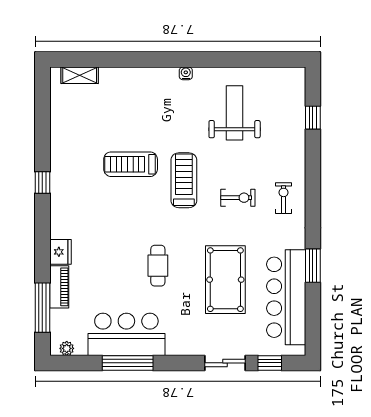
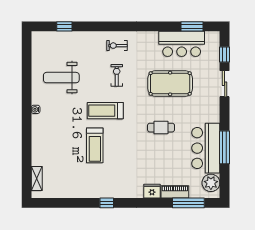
window: (313, 266) -> (192, 26), moved
bar counter: (286, 297) -> (182, 44), width x0.73
plant: (67, 348) -> (211, 183), width x1.88, depth x1.88

